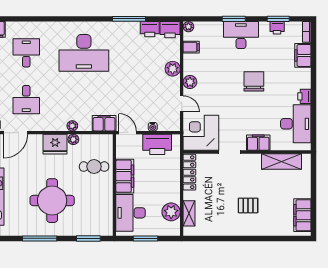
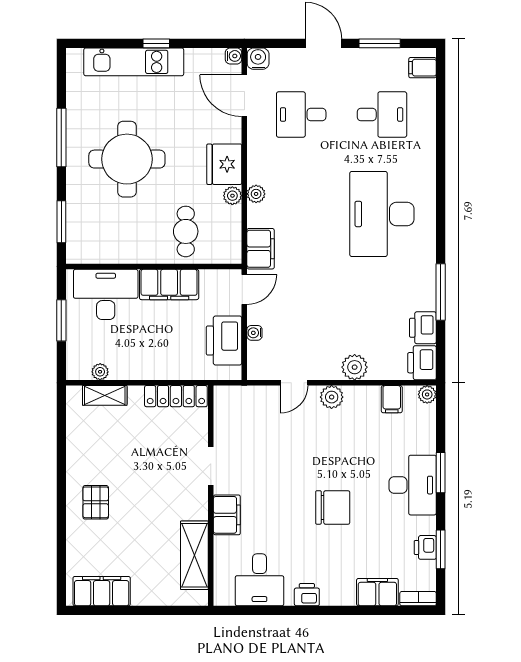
desk: (296, 124) -> (259, 580), width x0.73
corner desk: (201, 133) -> (244, 416), removed
pallet: (248, 205) -> (96, 502), moved
plant: (171, 212) -> (100, 372), width x0.53, depth x0.53

